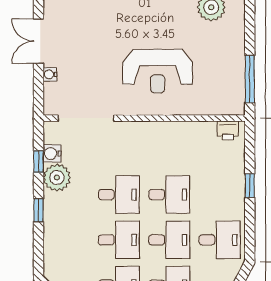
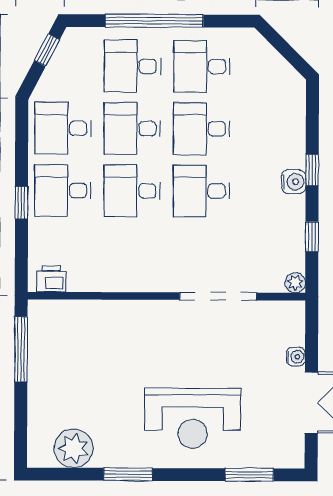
reception desk: (158, 71) -> (193, 418), moved, turned 180
doorway: (86, 118) -> (218, 296), moved
water cooler: (52, 154) -> (294, 182), moved
plant: (57, 178) -> (295, 283), moved, width x0.53, depth x0.53
desk: (220, 195) -> (63, 191), added

